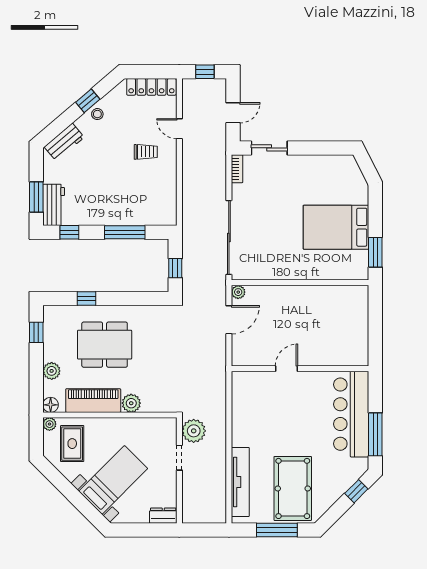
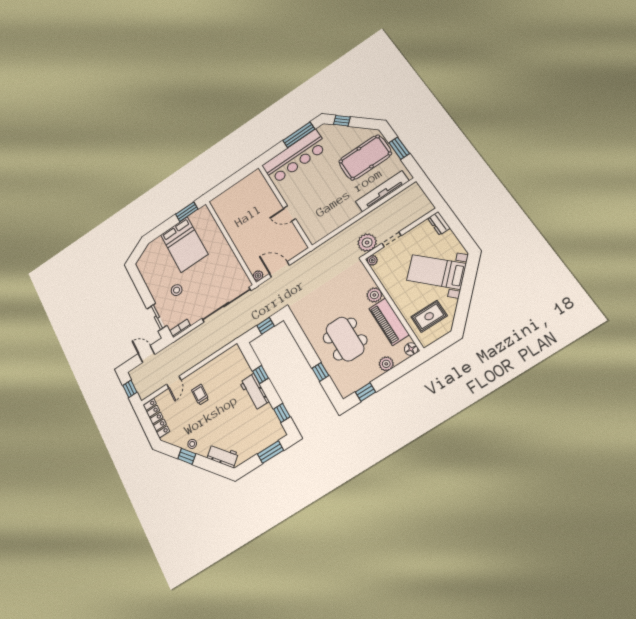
stool: (286, 189) -> (177, 290), added
workbench: (54, 205) -> (254, 392), moved, turned -90
window: (125, 232) -> (261, 375), width x0.46
plant: (49, 424) -> (372, 260), moved
window: (277, 530) -> (399, 148), width x0.69

